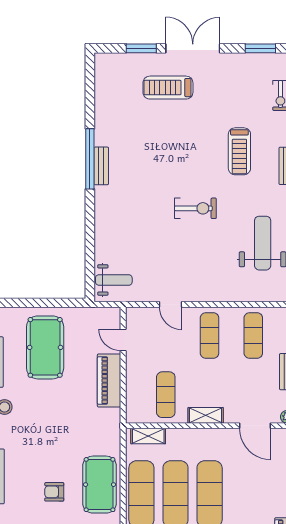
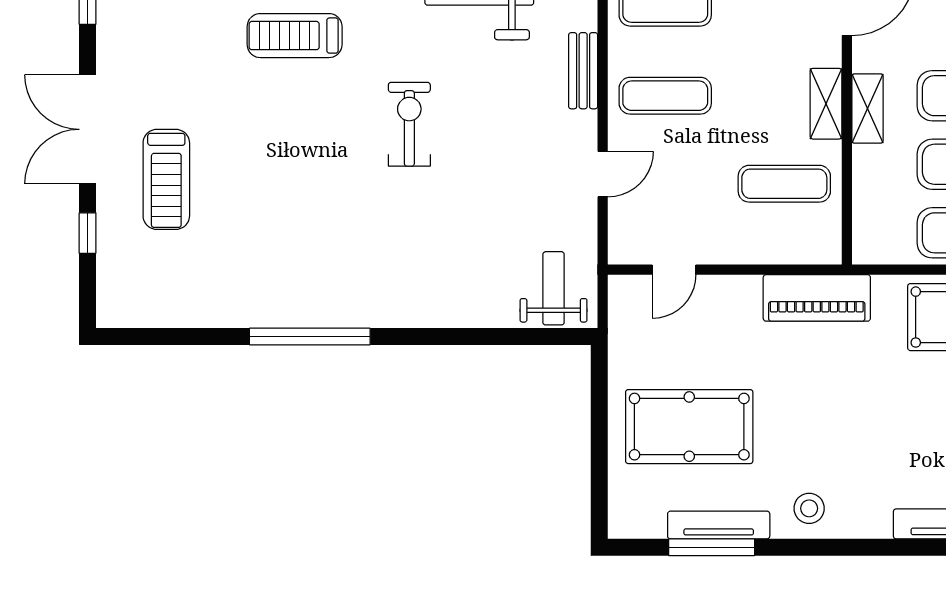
window: (141, 48) -> (88, 233), width x0.67
treadmill: (239, 151) -> (295, 36), turned 180
bench: (101, 166) -> (583, 71), moved, turned 90
piano: (109, 380) -> (817, 298), moved
shelving: (148, 436) -> (867, 108), moved

